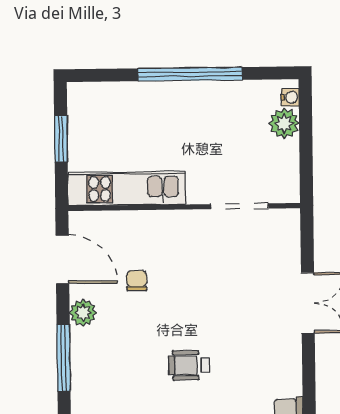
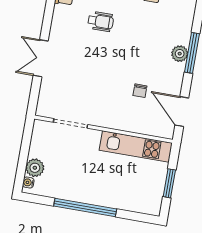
plant: (83, 313) -> (180, 54), moved
wheelchair: (189, 365) -> (101, 21), moved

